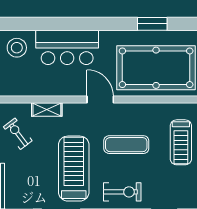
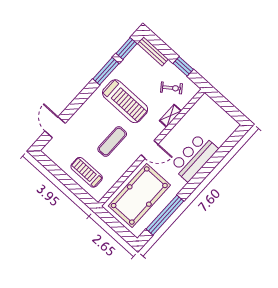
window: (152, 24) -> (165, 215), width x2.11
stool: (17, 48) -> (219, 130), removed
exercise bike: (122, 192) -> (88, 116), removed

